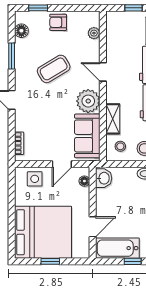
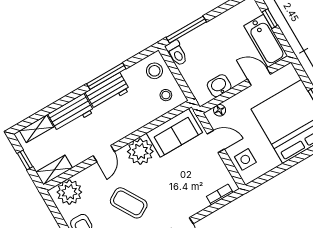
plant: (94, 33) -> (69, 192), width x1.88, depth x1.88
shelving: (113, 119) -> (54, 170), moved
washbasin: (104, 178) -> (219, 86), moved

